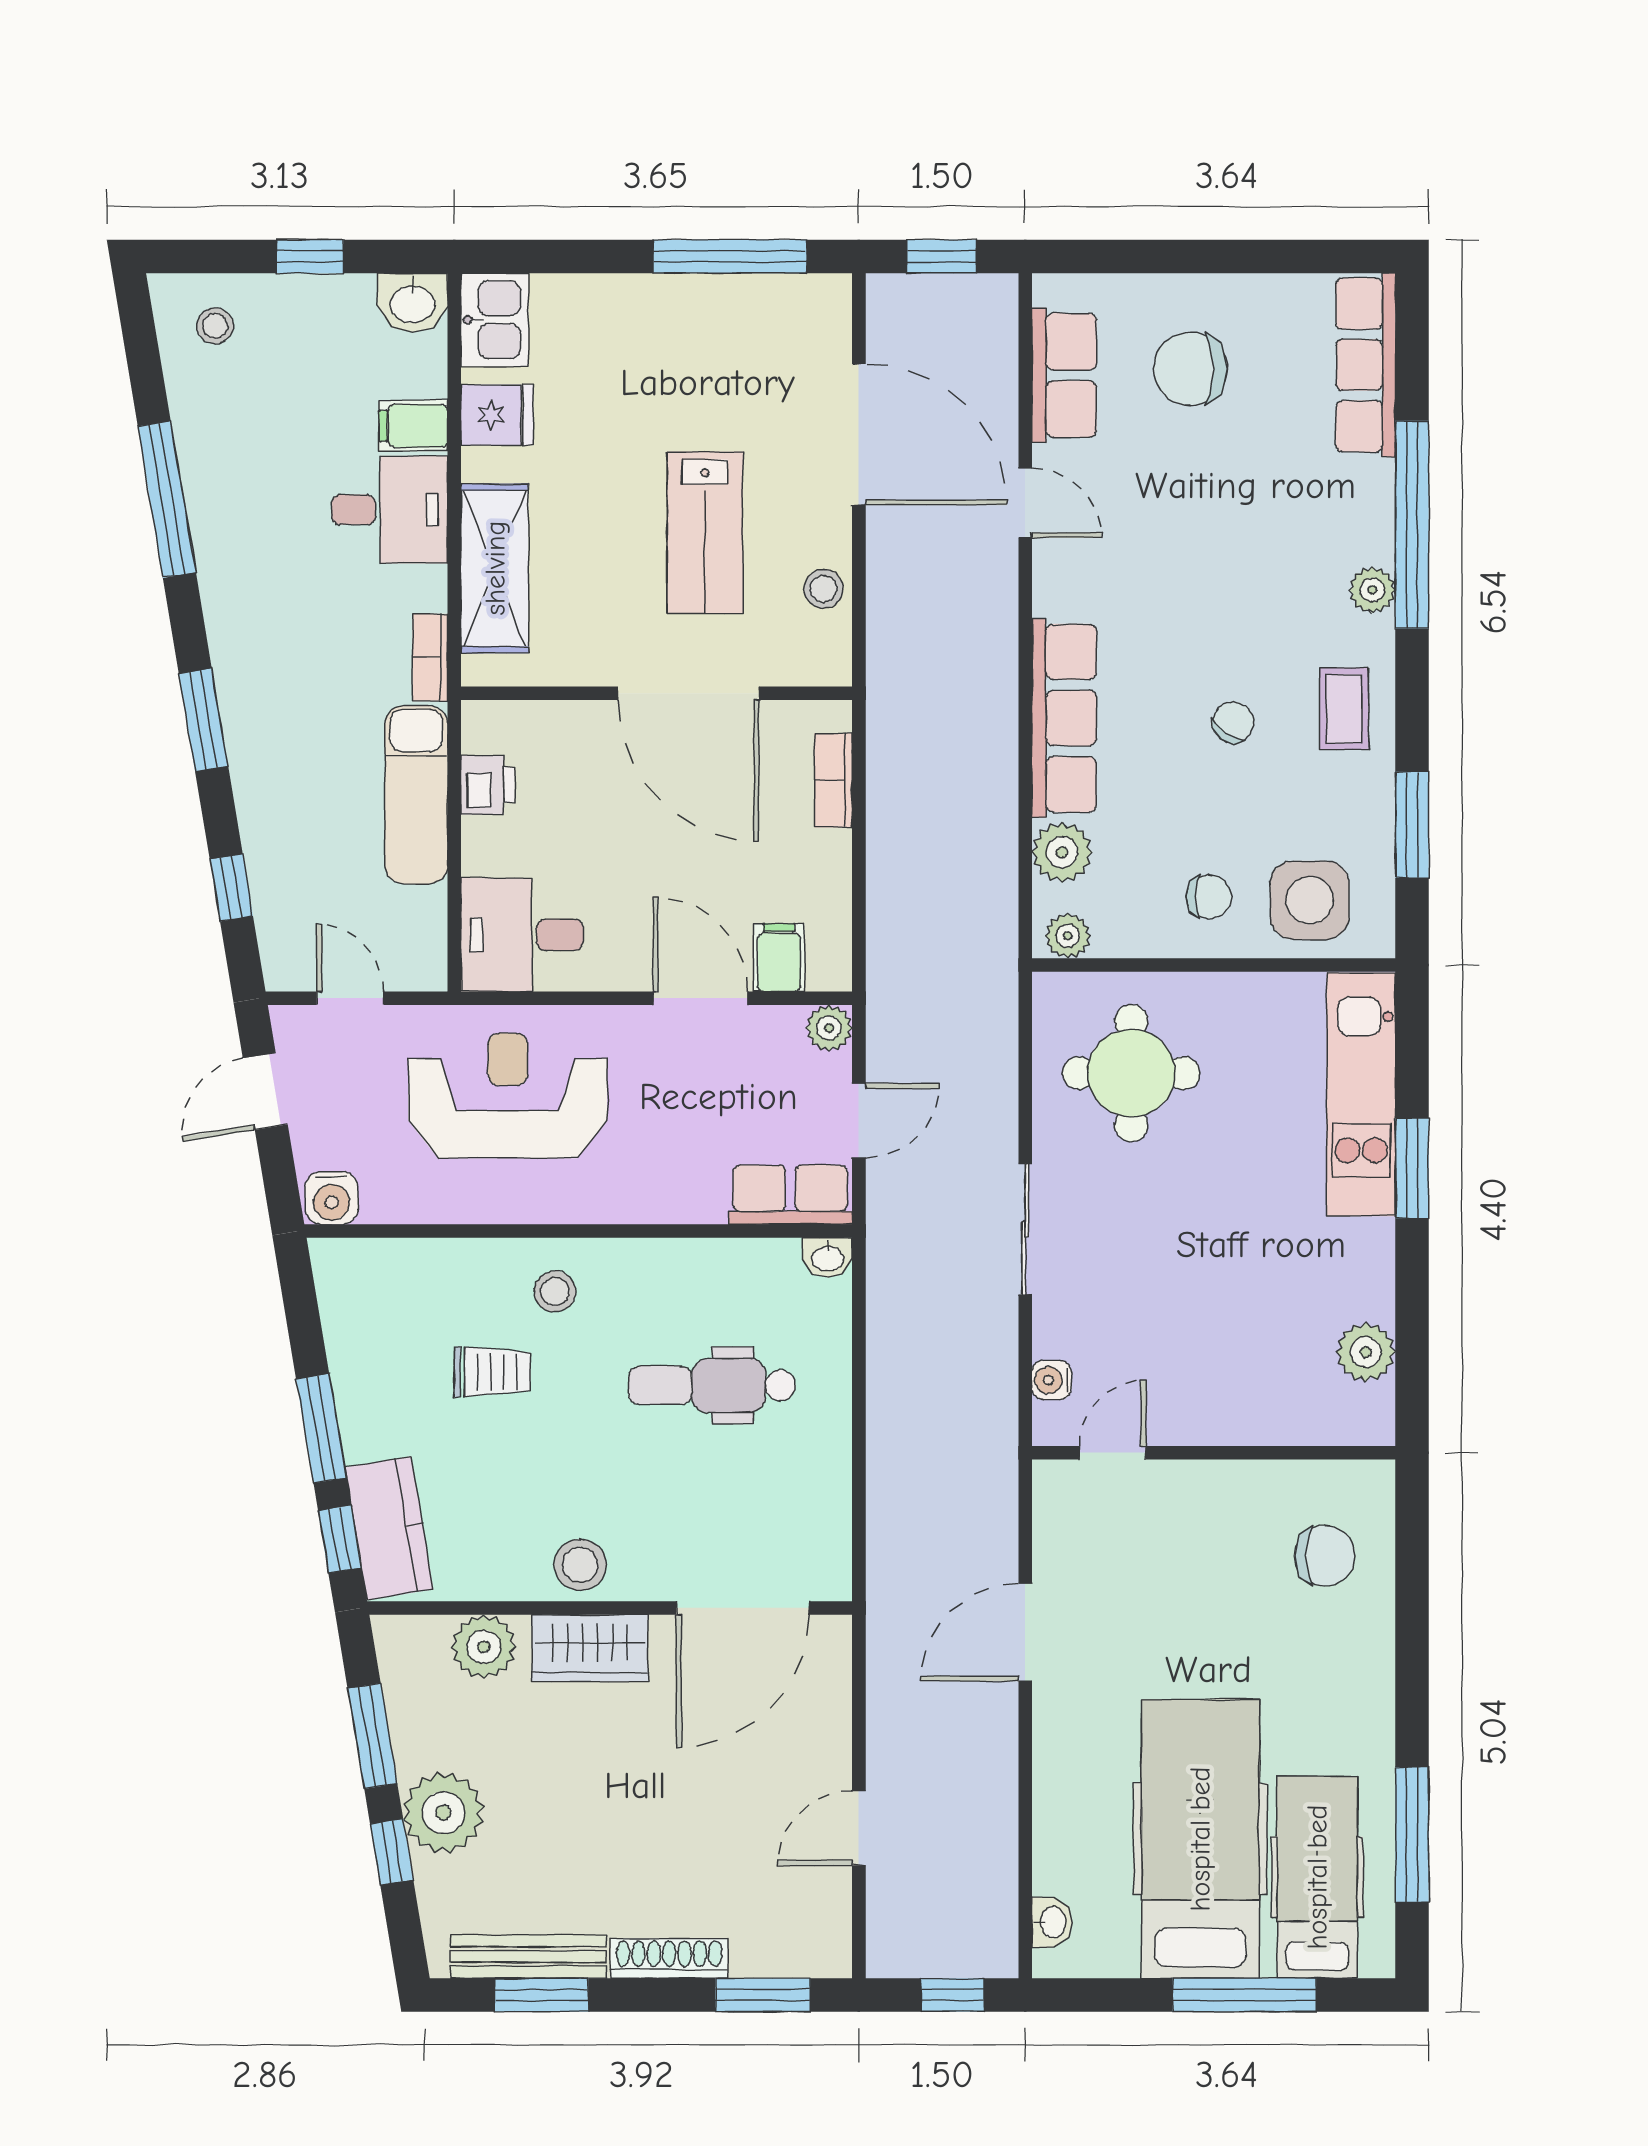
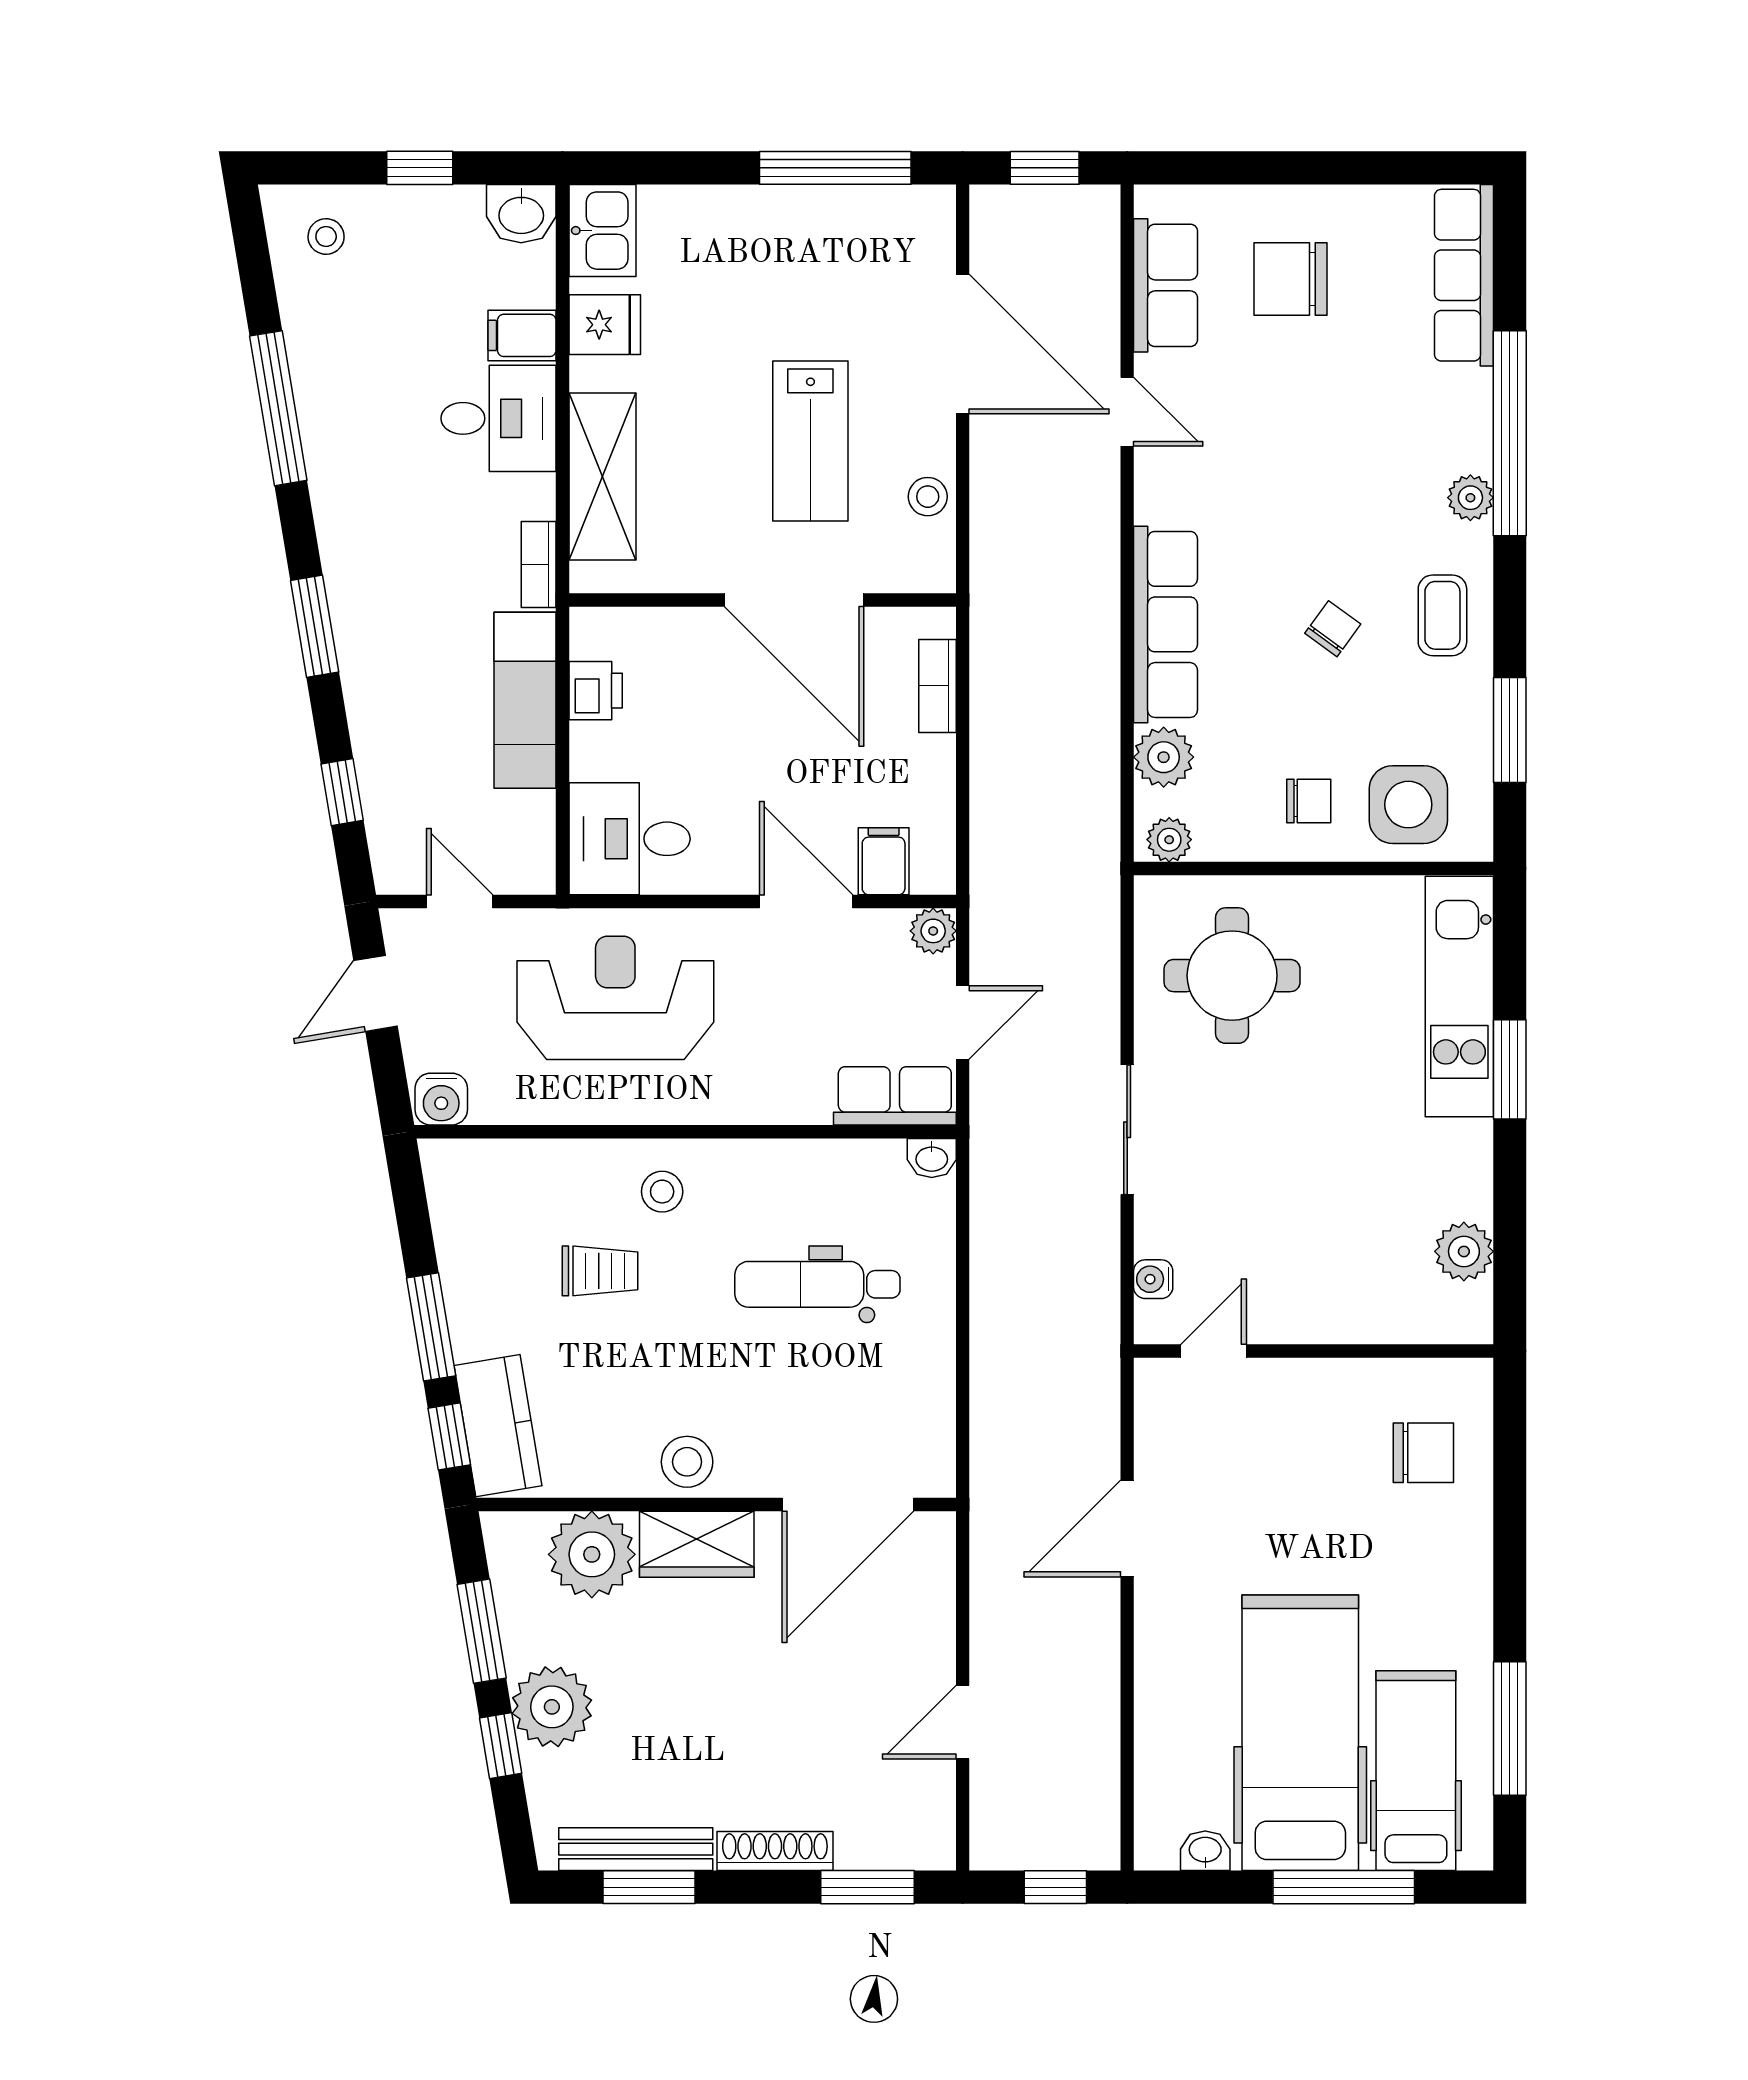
plant: (484, 1647) -> (592, 1554), width x1.36, depth x1.36
washbasin: (1052, 1922) -> (1205, 1851), moved, turned -90

